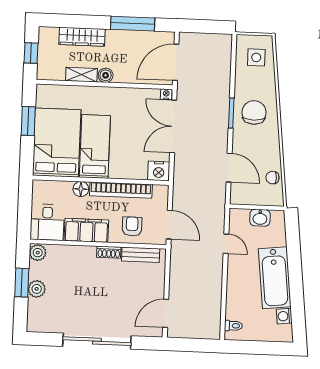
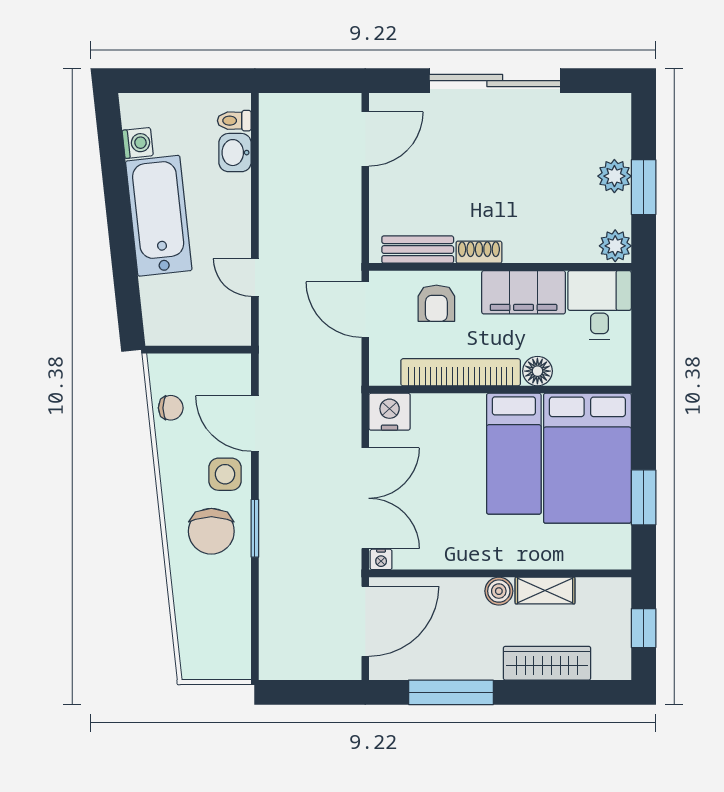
side table: (256, 57) -> (225, 474), moved
washbasin: (260, 218) -> (235, 153), moved, turned -90

